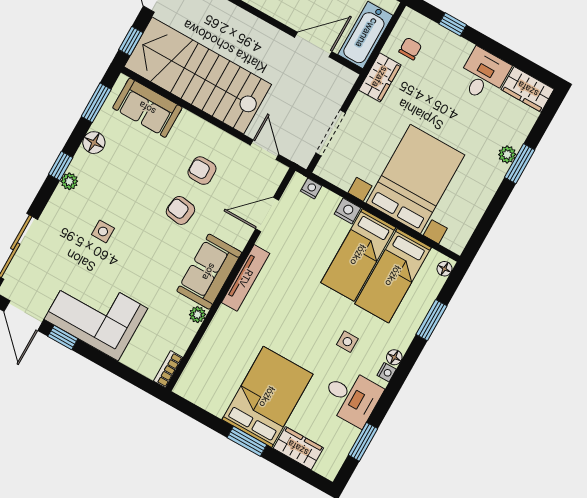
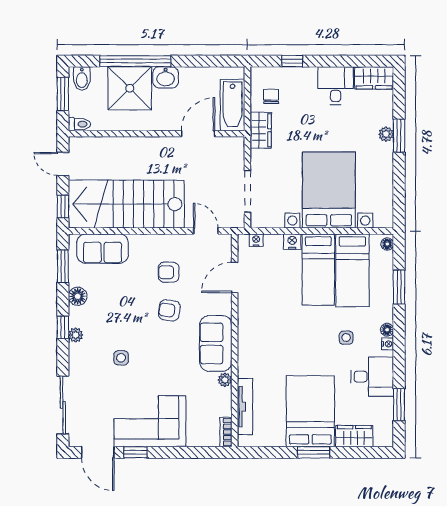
tv unit: (246, 278) -> (245, 407), moved

